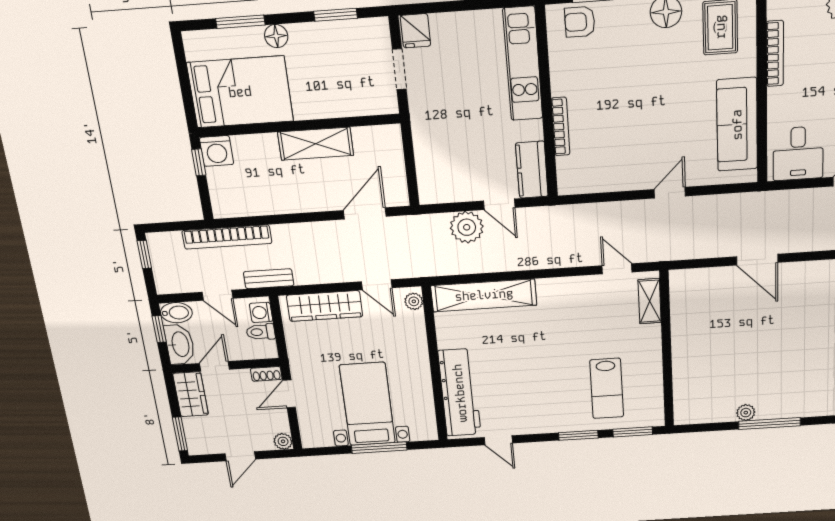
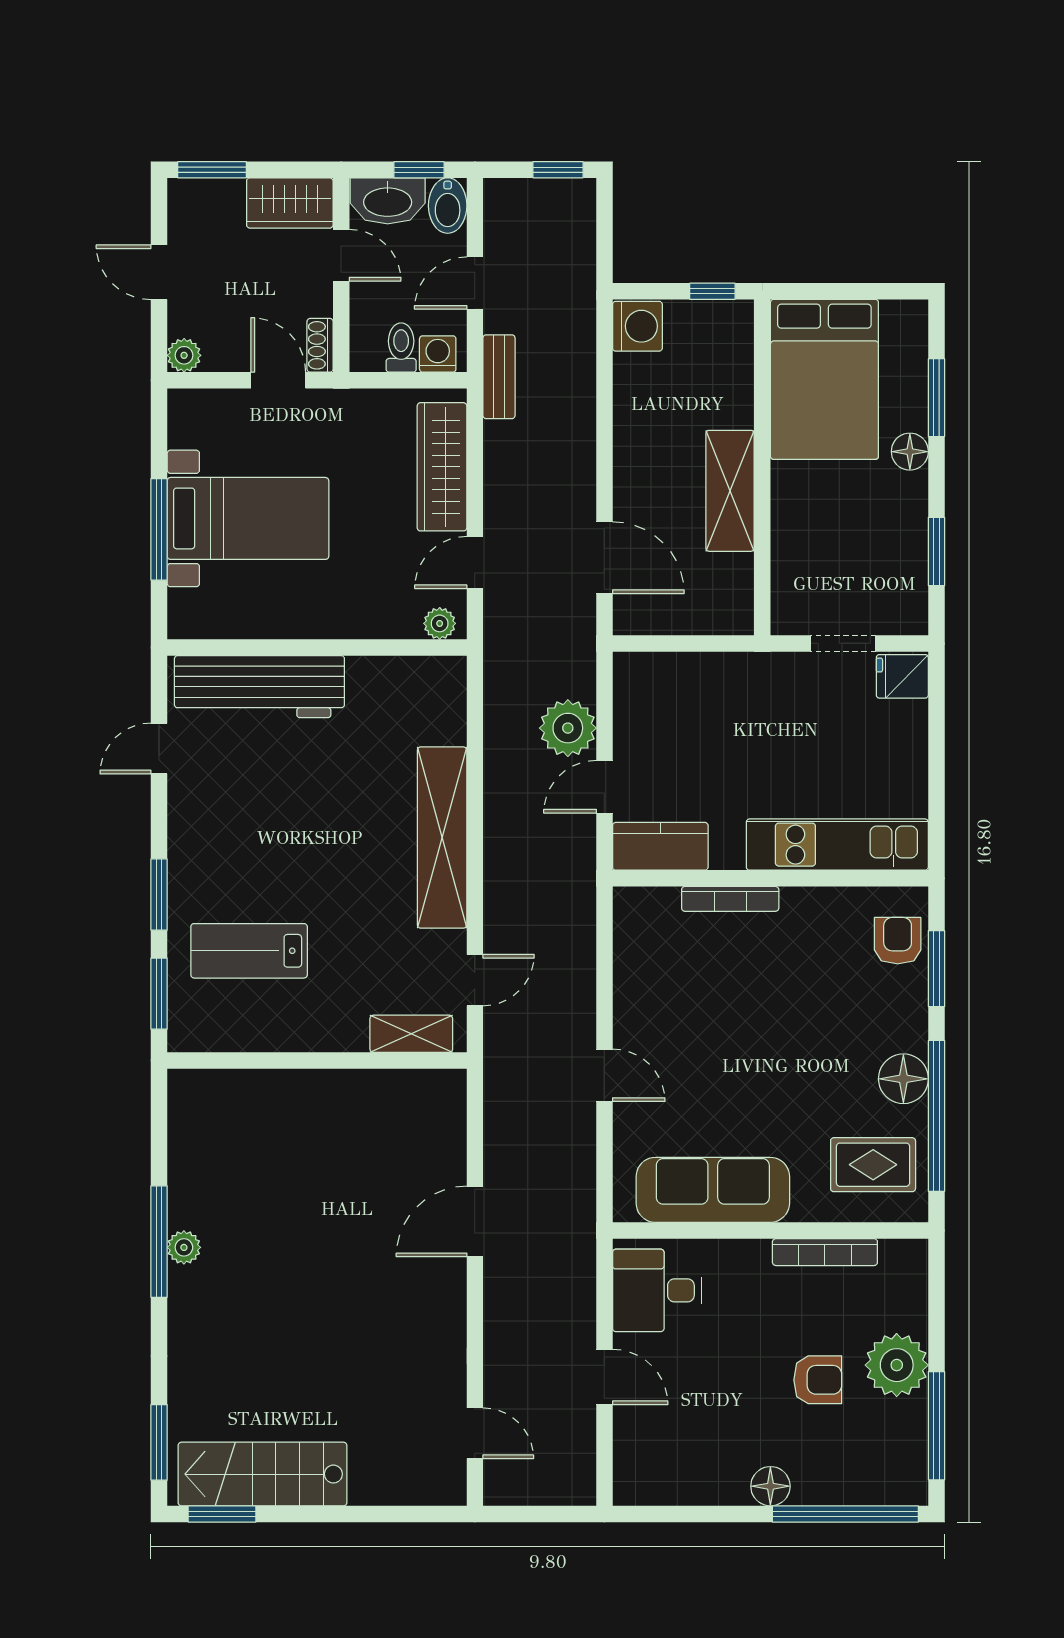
washing machine: (217, 151) -> (637, 326), moved, turned 180
bookcase: (227, 237) -> (579, 317), removed
shelving: (484, 295) -> (442, 838), moved
plant: (746, 413) -> (184, 1247), moved

